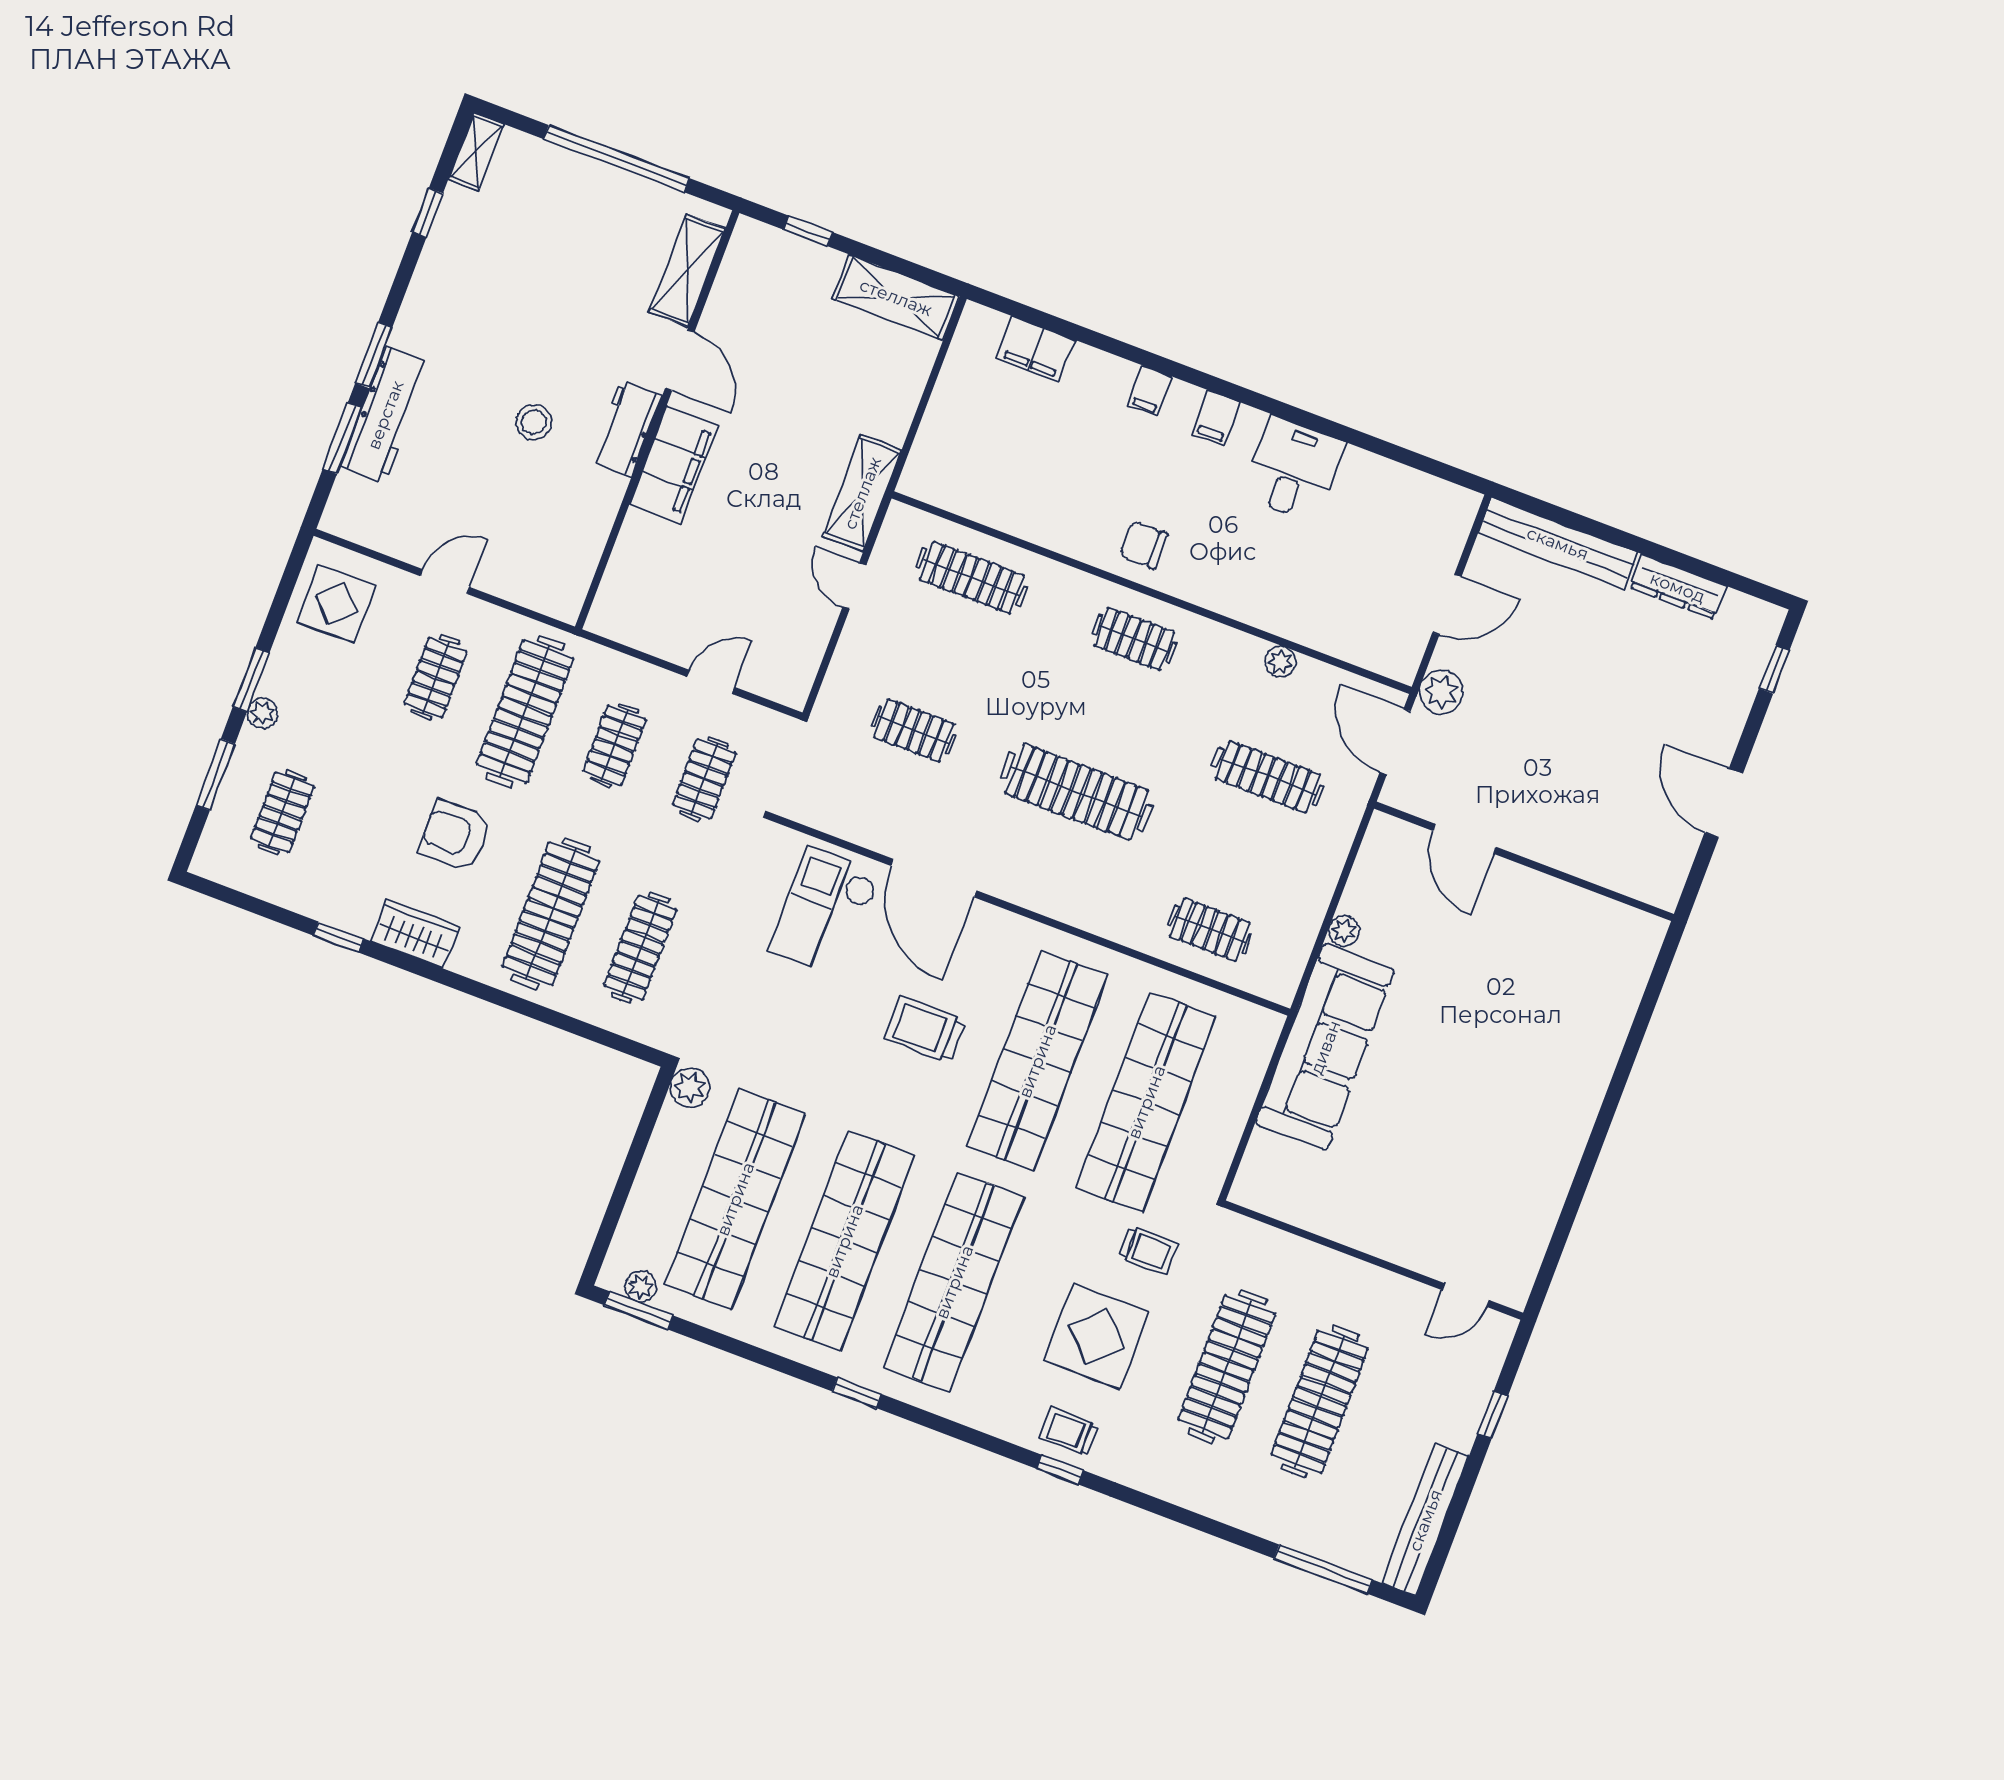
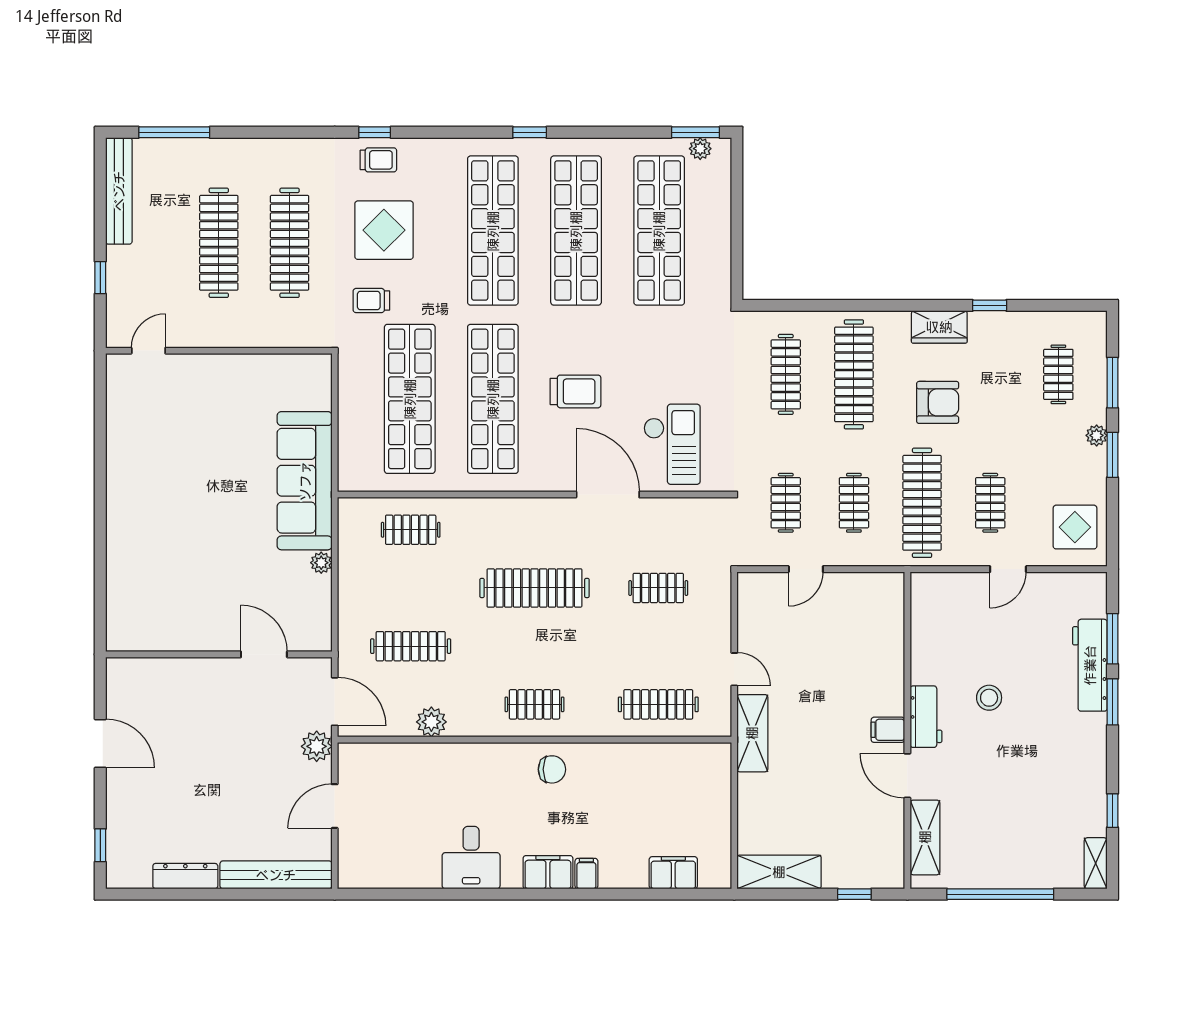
filing cabinet: (1216, 418) -> (548, 872), width x2.00
filing cabinet: (674, 465) -> (888, 730), width x0.33, depth x0.86
plant: (1280, 662) -> (431, 722), width x1.38, depth x1.38
plant: (690, 1088) -> (718, 294), removed

